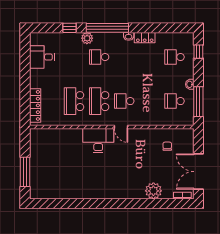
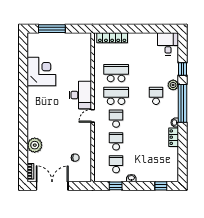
desk: (42, 57) -> (168, 44), moved
school desk: (175, 57) -> (116, 141), moved
window: (198, 102) -> (116, 186), width x0.46
corner desk: (72, 183) -> (41, 72), added

